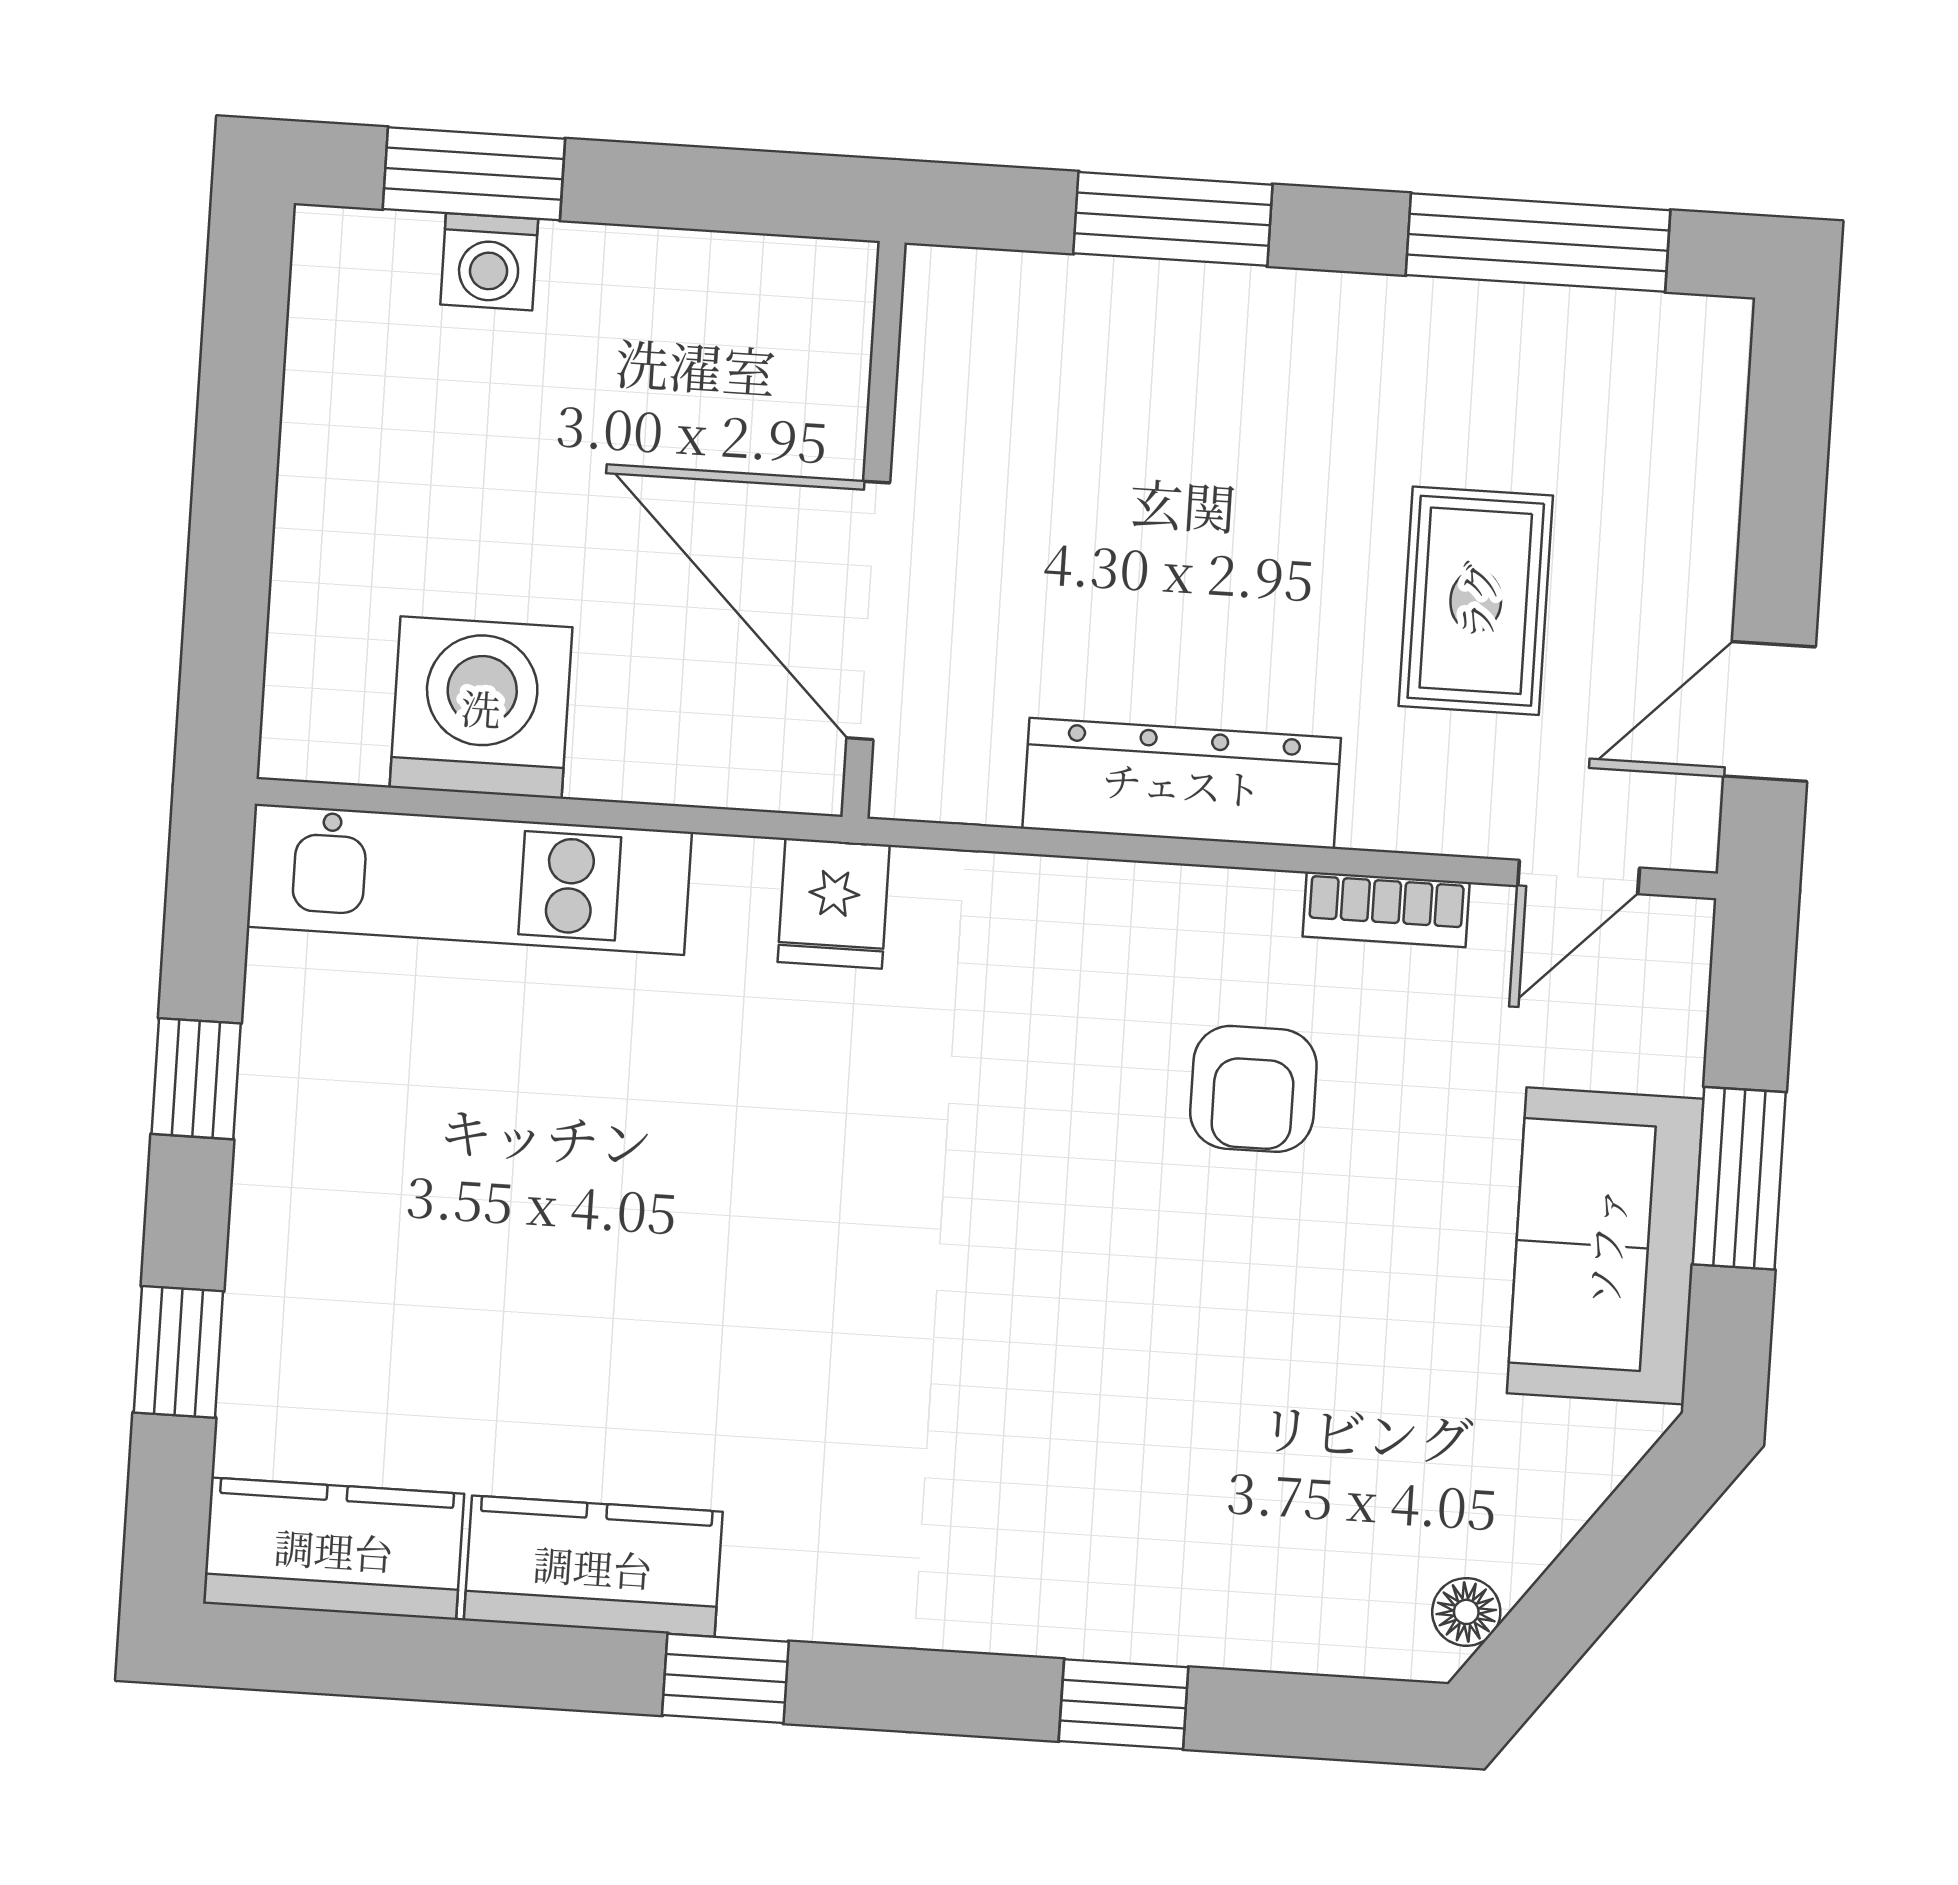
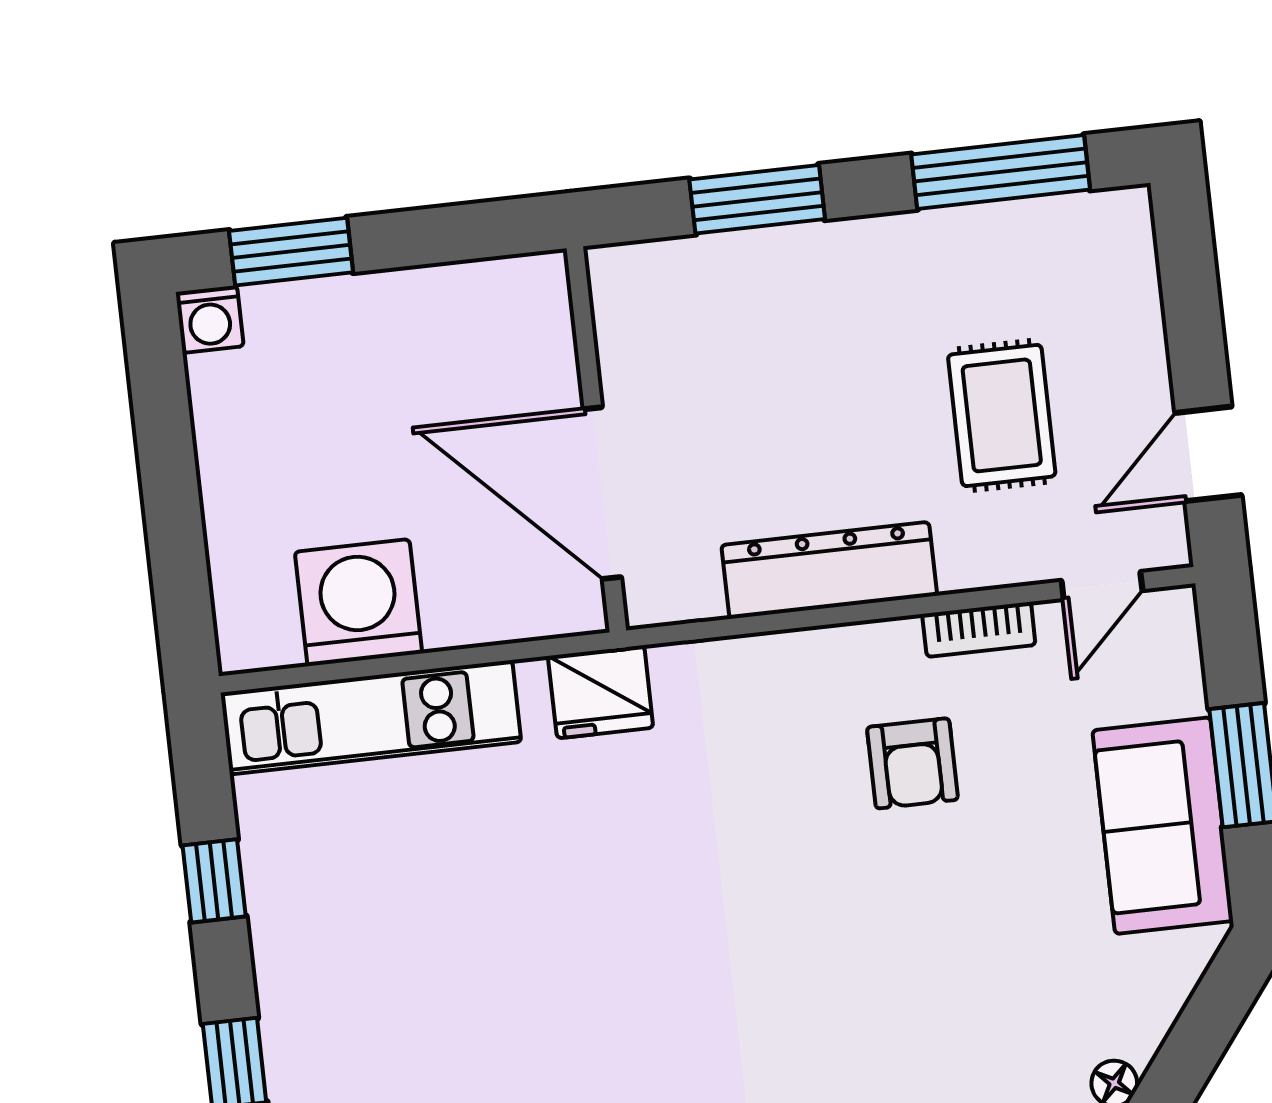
washing machine: (489, 262) -> (210, 319), moved
fridge: (834, 903) -> (601, 692), width x1.38

